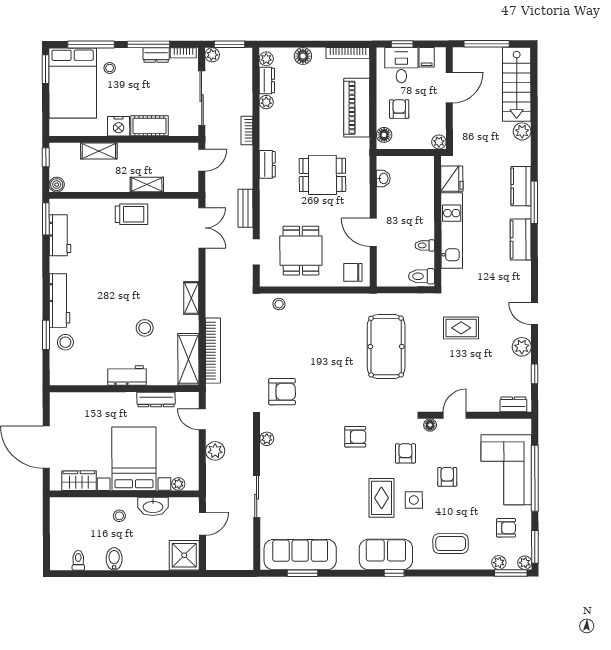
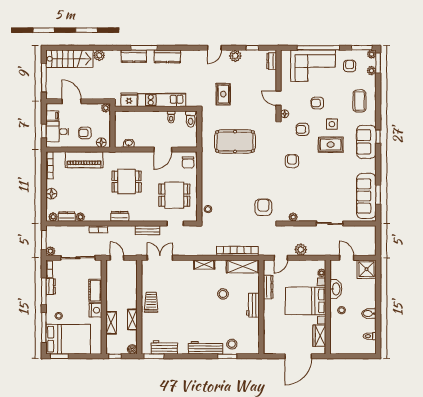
dining table: (322, 175) -> (127, 181), turned 90
shelving: (147, 185) -> (132, 319), moved

